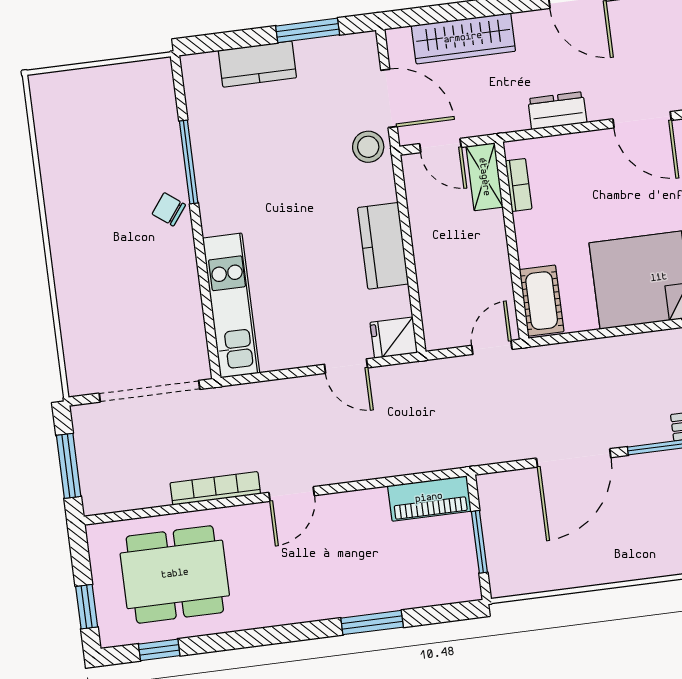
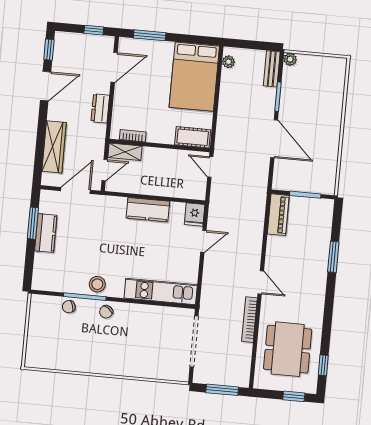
kitchen counter: (257, 64) -> (46, 233), moved
chair: (163, 135) -> (69, 307), added
stool: (368, 147) -> (97, 284), moved

